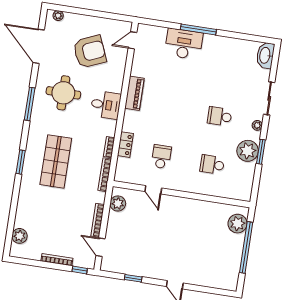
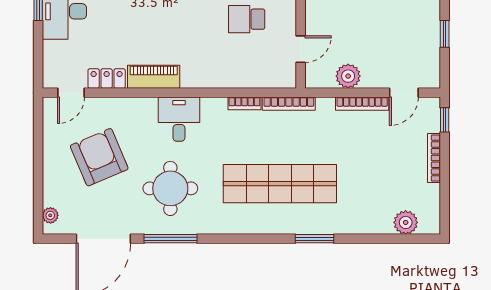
door: (133, 40) -> (71, 93), hinge flipped
window: (30, 104) -> (171, 239), moved
locker: (125, 145) -> (107, 79), moved
shop shelf: (56, 161) -> (280, 184), width x1.40
window: (21, 162) -> (315, 239), moved
door: (153, 190) -> (301, 49), moved
plant: (118, 203) -> (348, 76), moved

